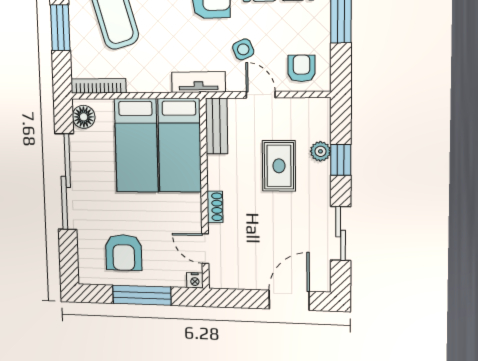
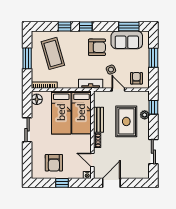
bench: (217, 126) -> (98, 120), moved
window: (341, 160) -> (153, 107), moved
rug: (279, 166) -> (126, 121), width x1.36, depth x1.43
sliding door: (66, 182) -> (27, 130), width x0.54
window: (142, 295) -> (62, 183), width x0.46
door: (289, 300) -> (111, 183), moved

